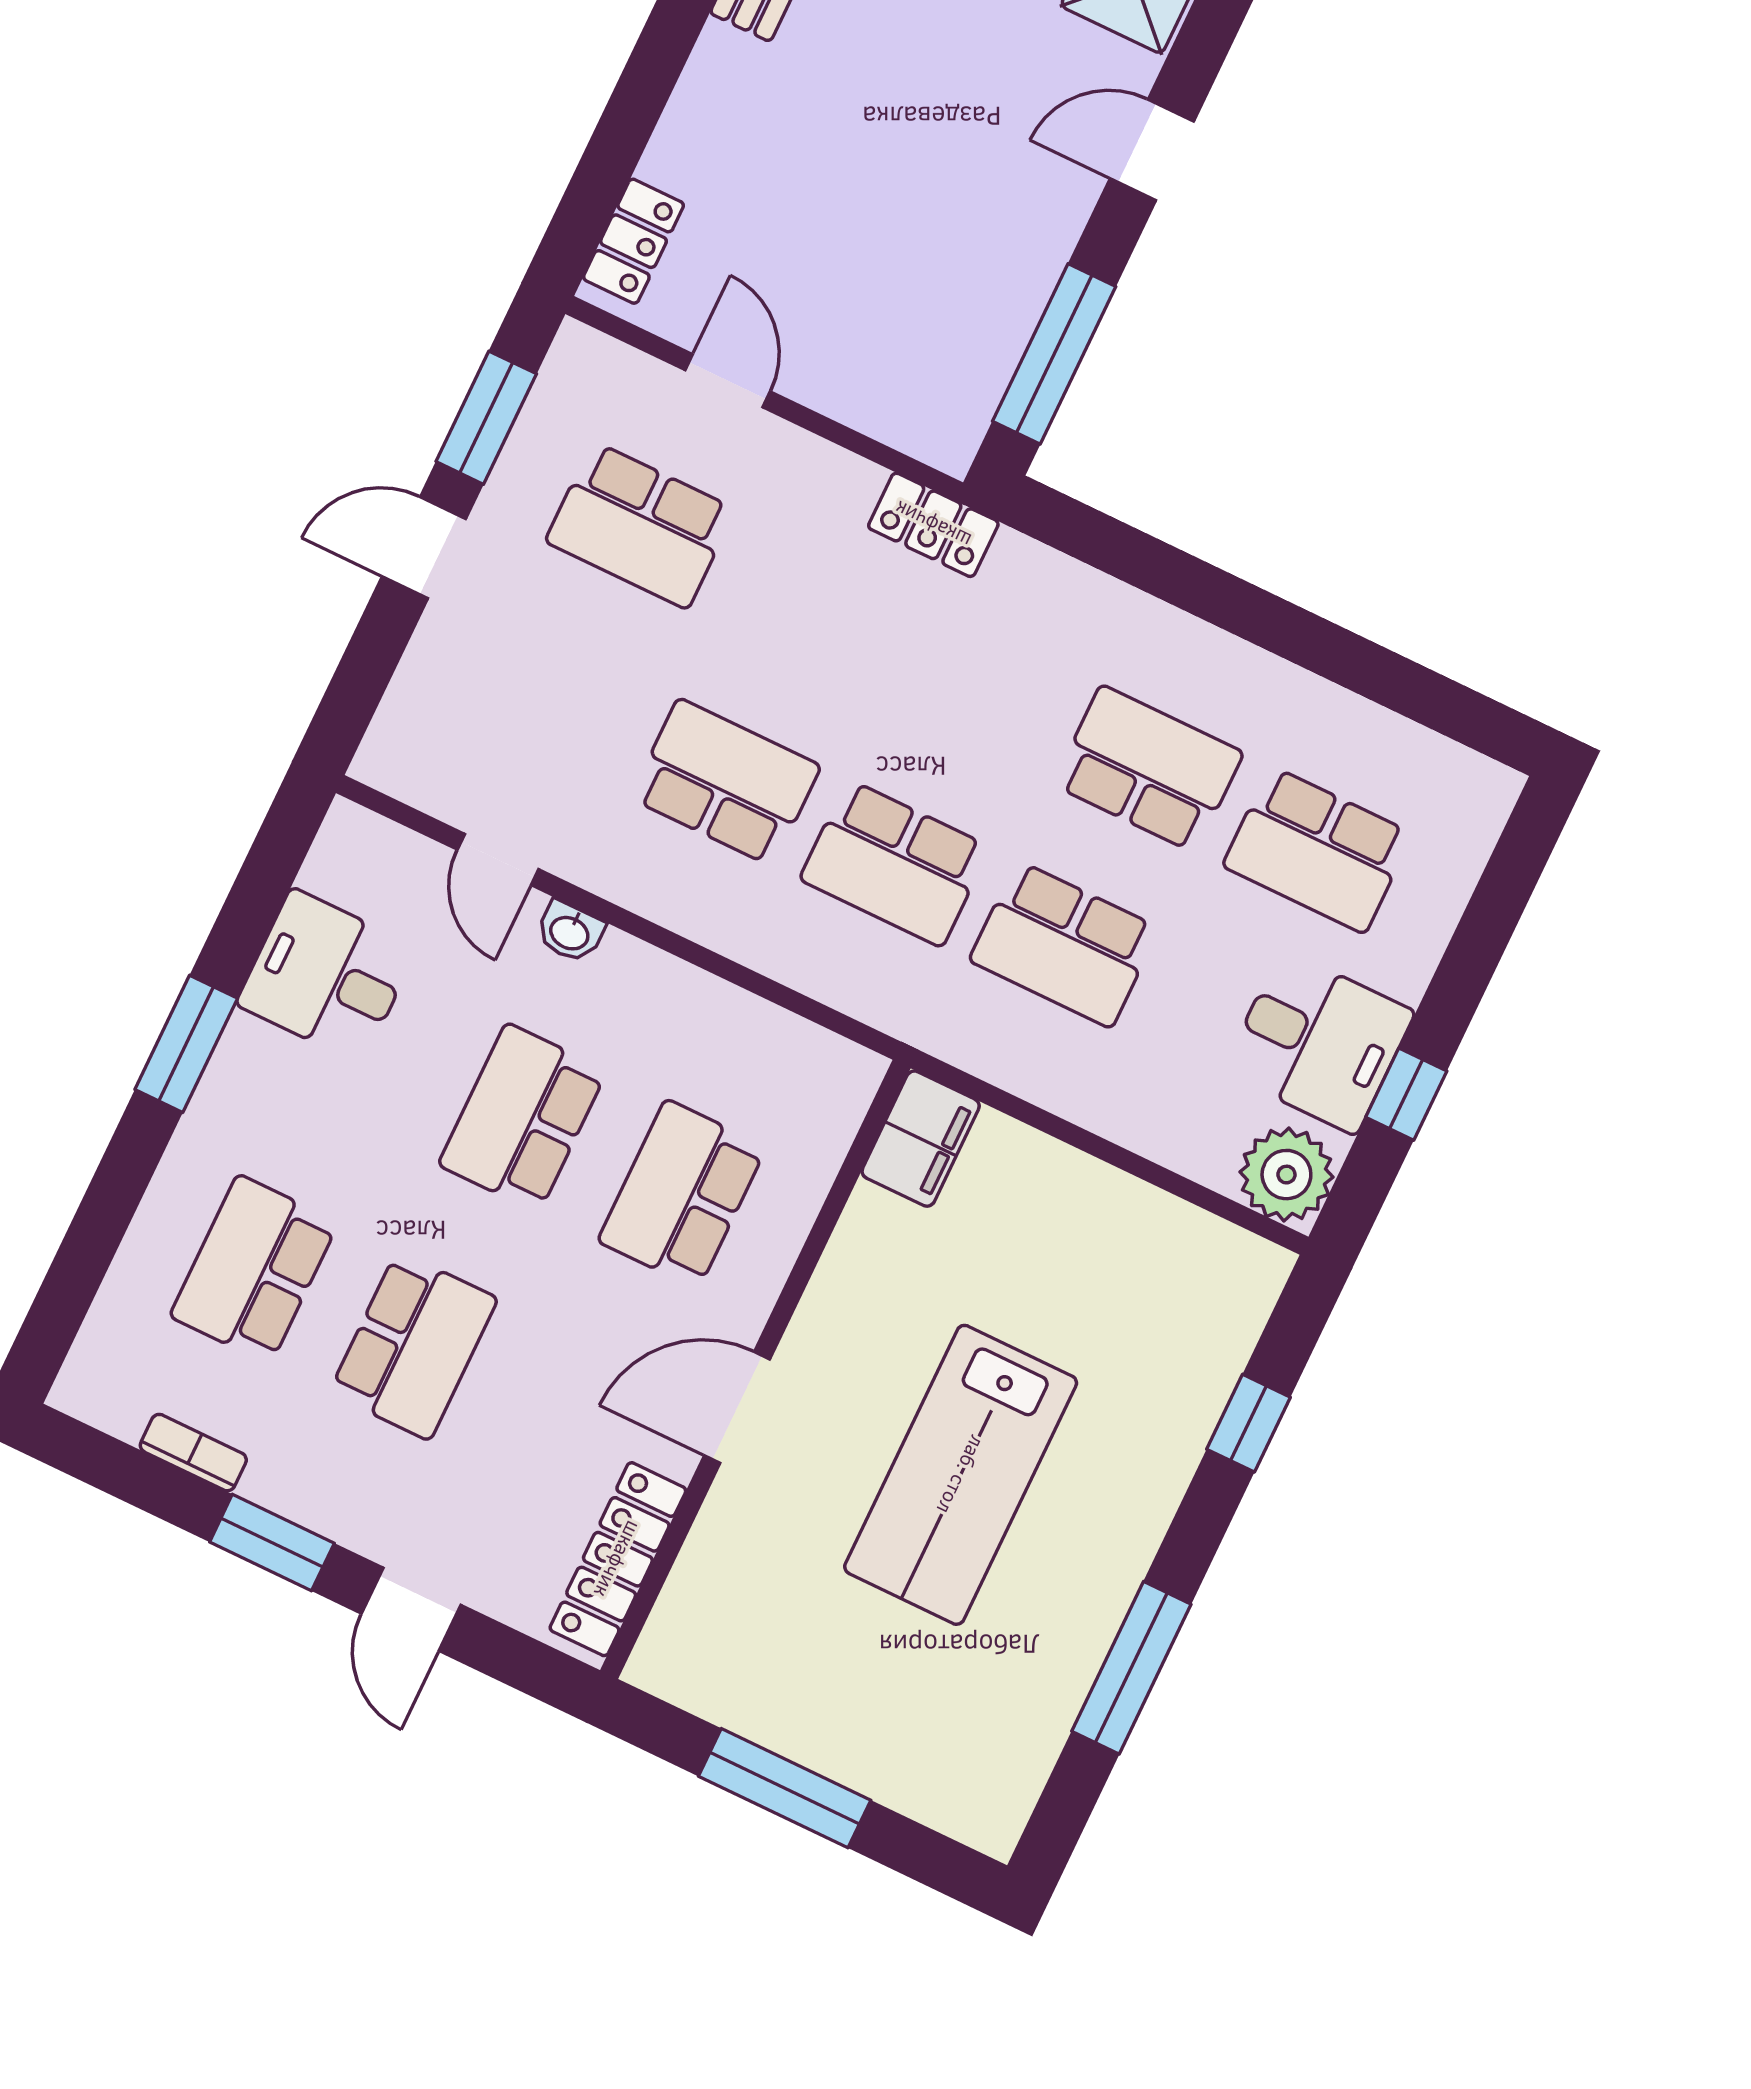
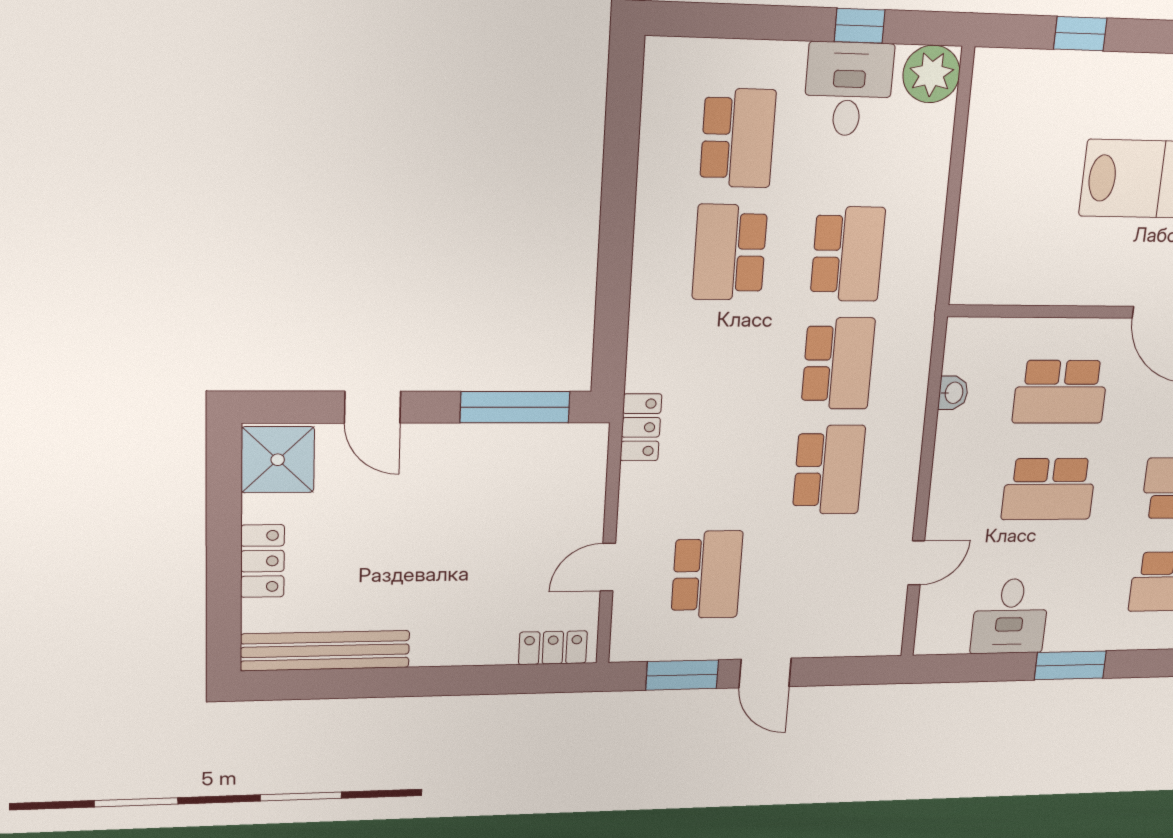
school desk: (726, 782) -> (829, 470), turned 180
washbasin: (570, 932) -> (953, 393), moved
filing cabinet: (921, 1139) -> (985, 282), removed

